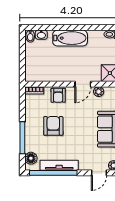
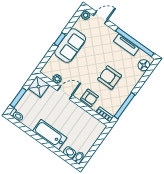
armchair: (58, 95) -> (89, 98), turned 90
armchair: (53, 126) -> (110, 77), turned 90
window: (22, 138) -> (125, 106), moved
tv unit: (59, 165) -> (126, 45), width x0.71

